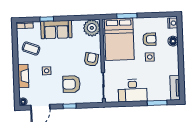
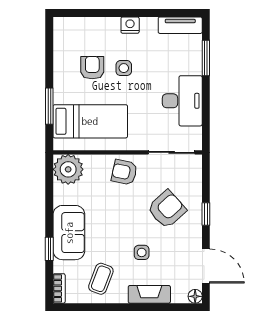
nightstand: (173, 23) -> (130, 25), moved
bed: (119, 39) -> (90, 121), width x0.67
floor lamp: (173, 41) -> (97, 26), removed
armchair: (71, 84) -> (167, 209), turned -132

